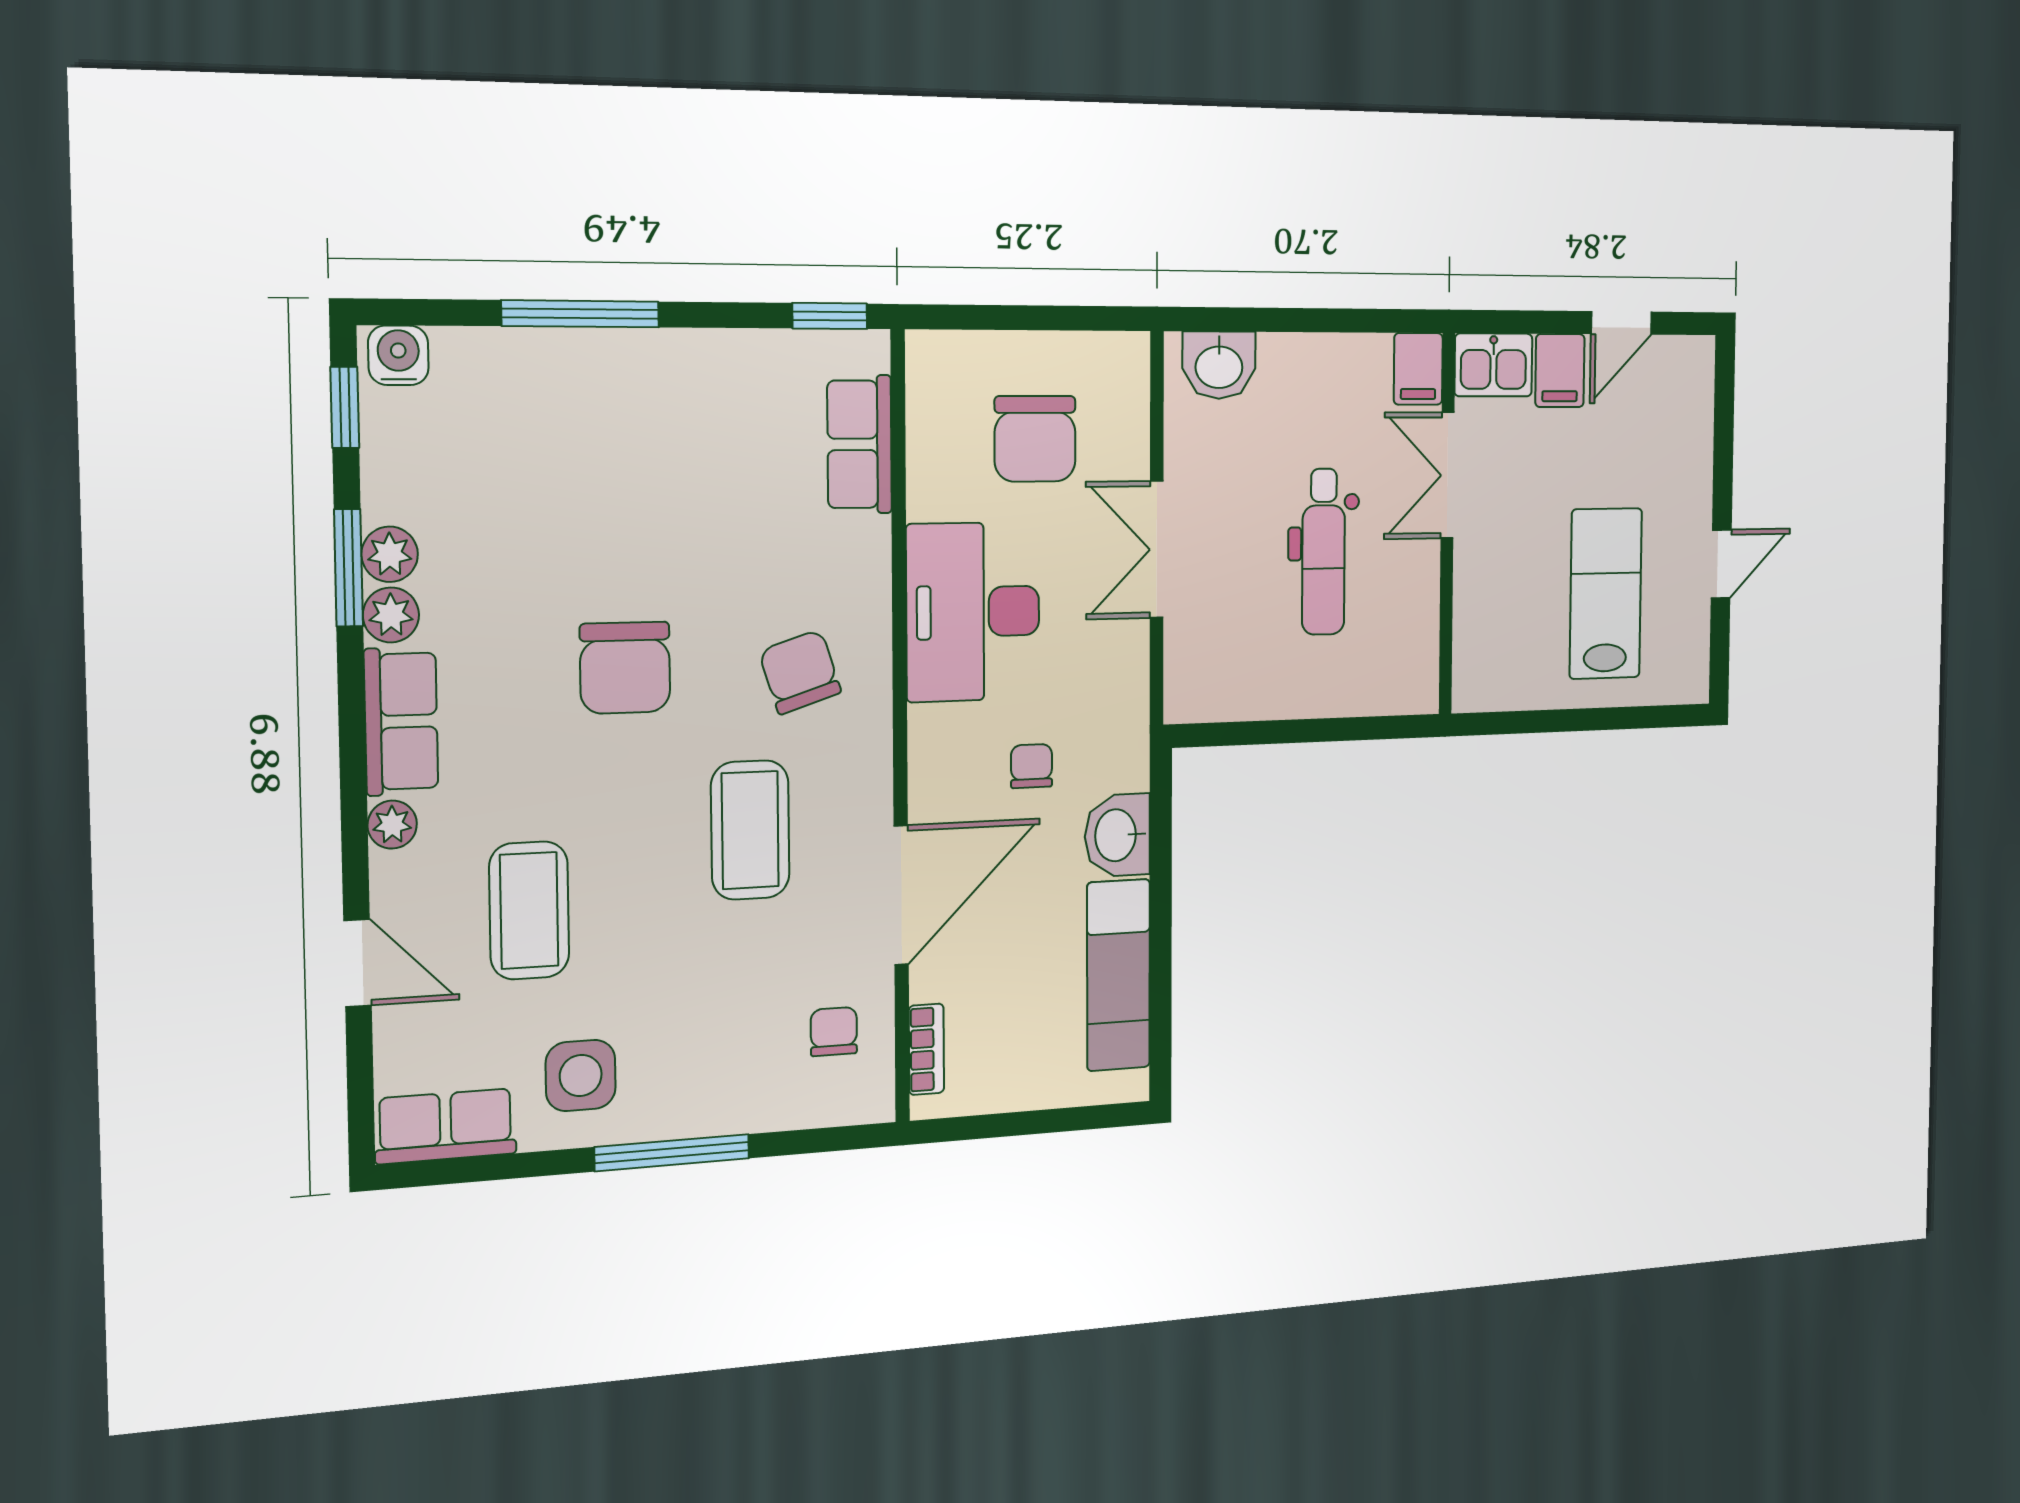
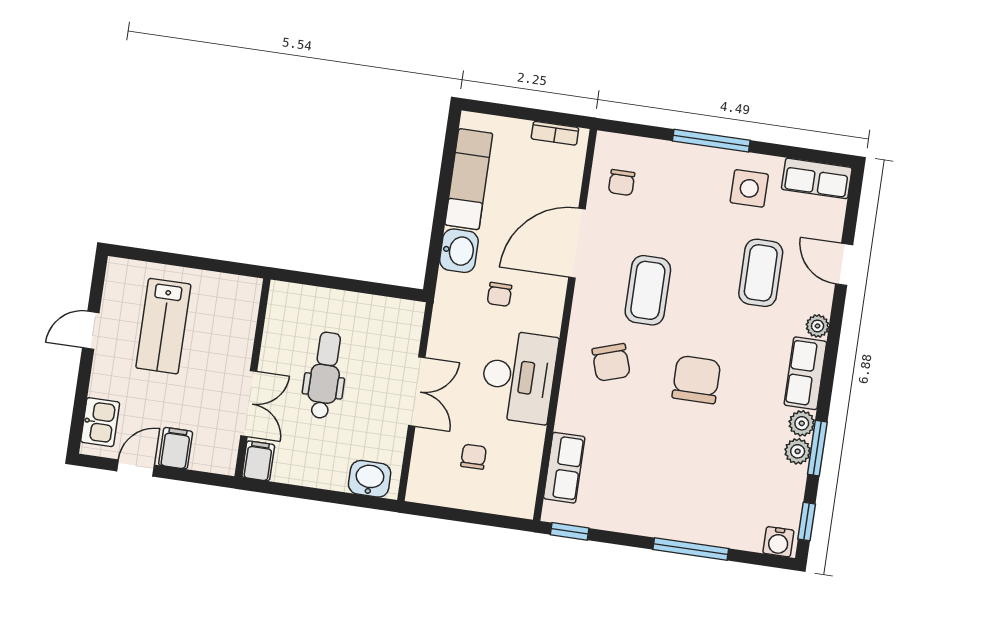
kitchen sink: (1493, 365) -> (100, 422), moved, turned 90
chair: (1035, 439) -> (474, 457), width x0.54, depth x0.54
bookcase: (926, 1049) -> (555, 133), moved, turned -90

